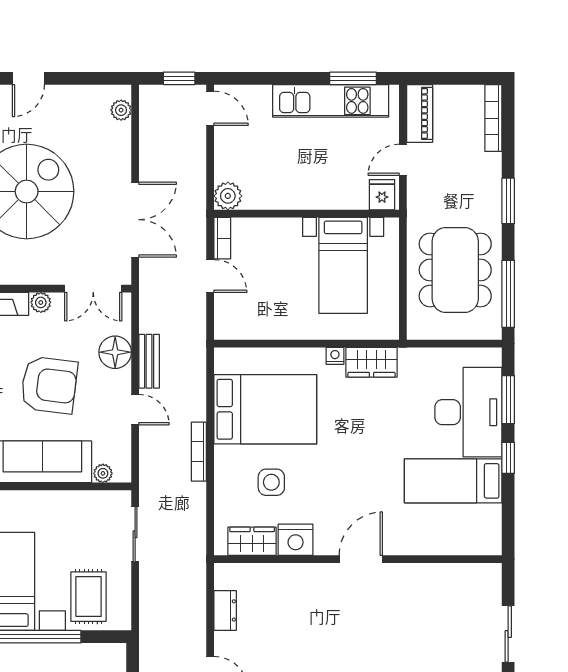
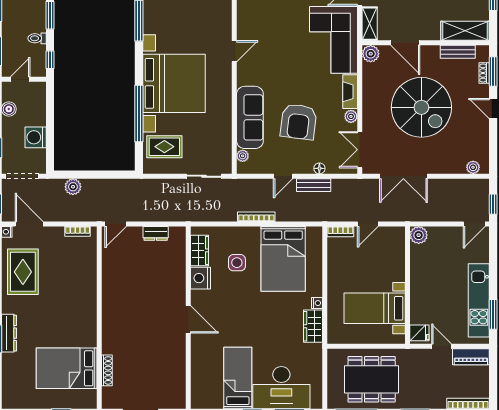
bookcase: (222, 238) -> (340, 232), moved
floor lamp: (115, 352) -> (319, 168), width x0.53, depth x0.53

